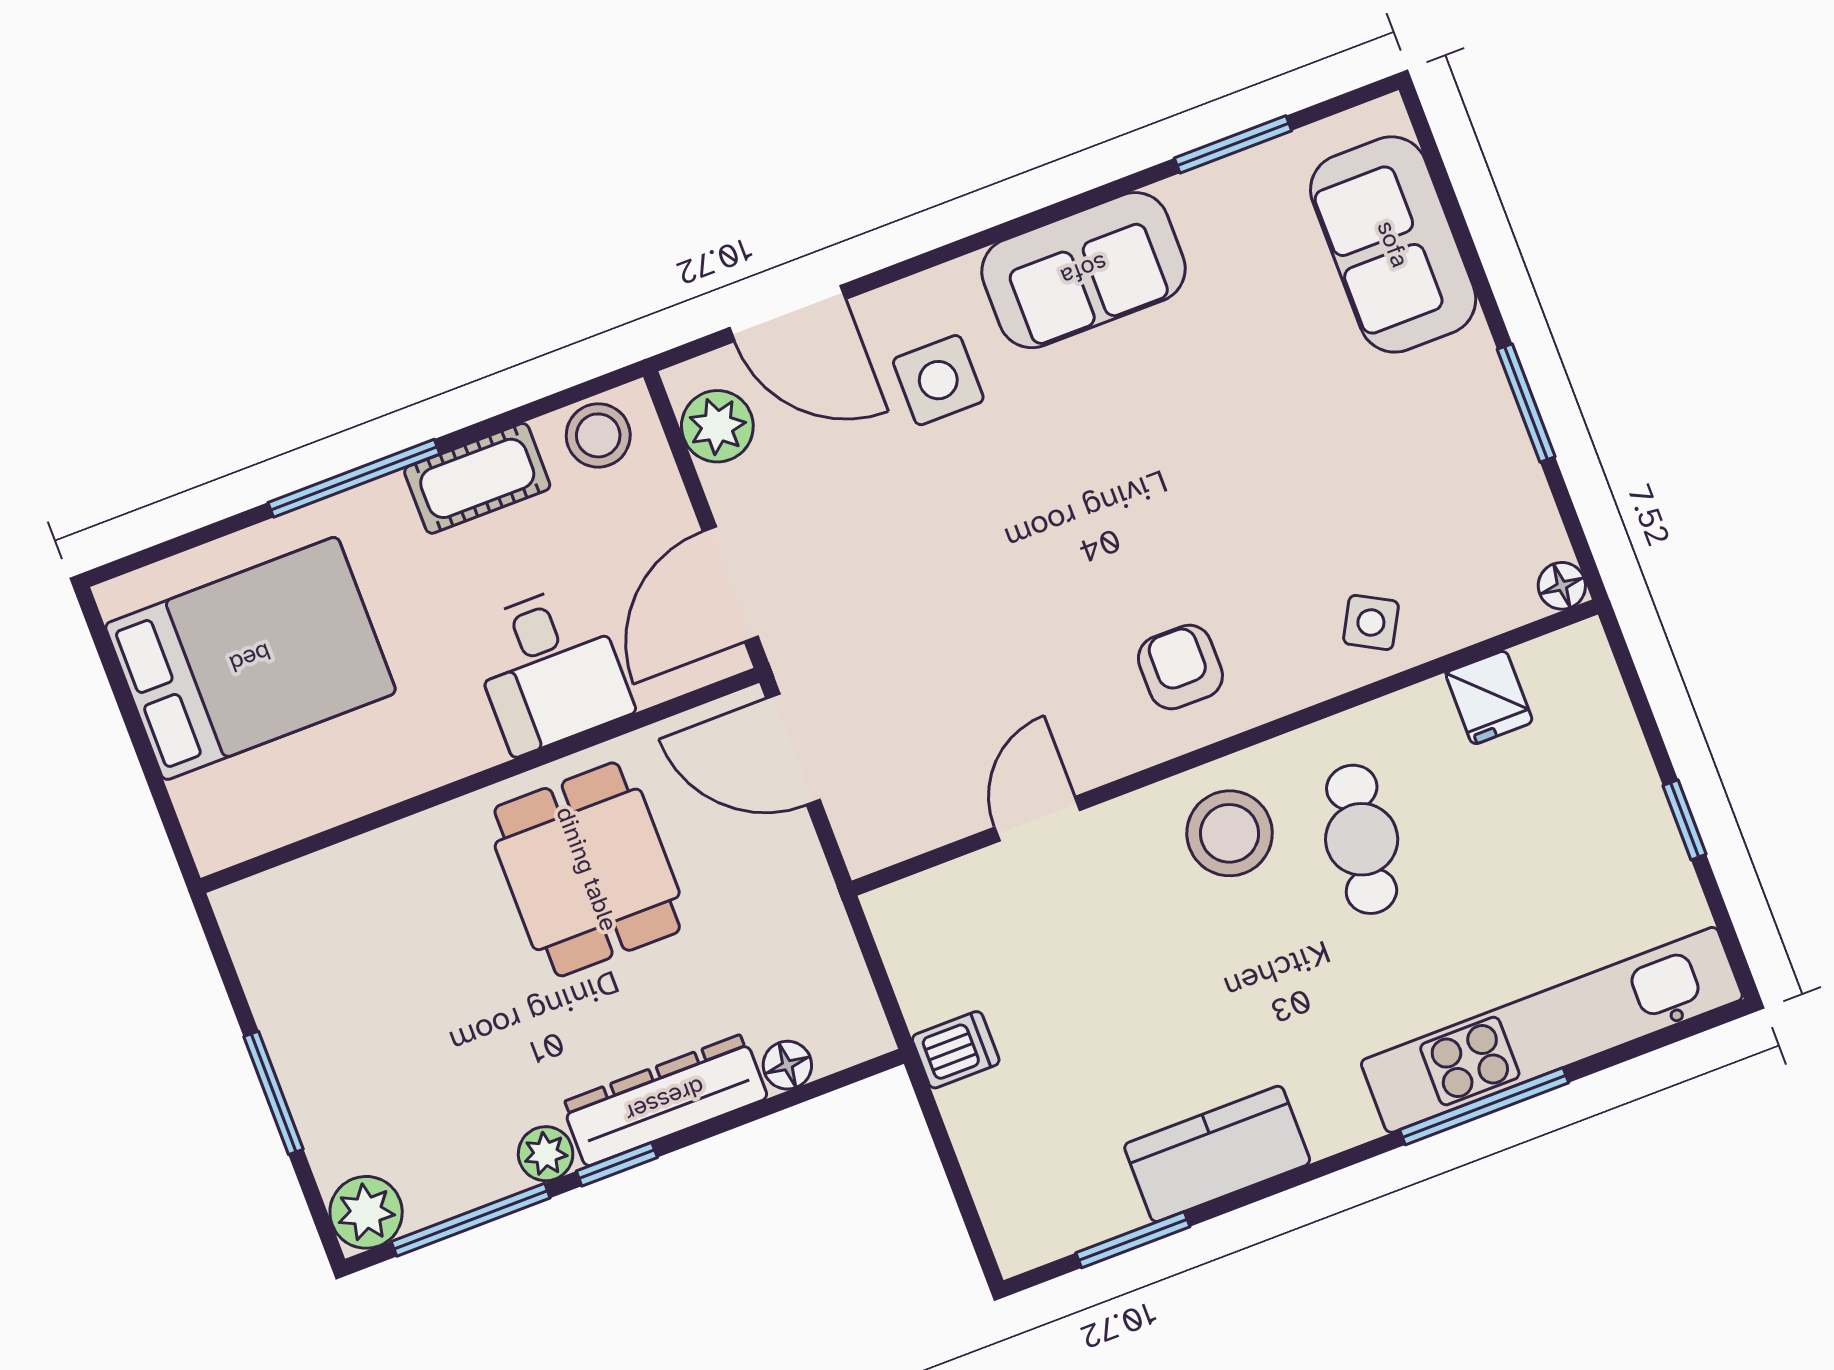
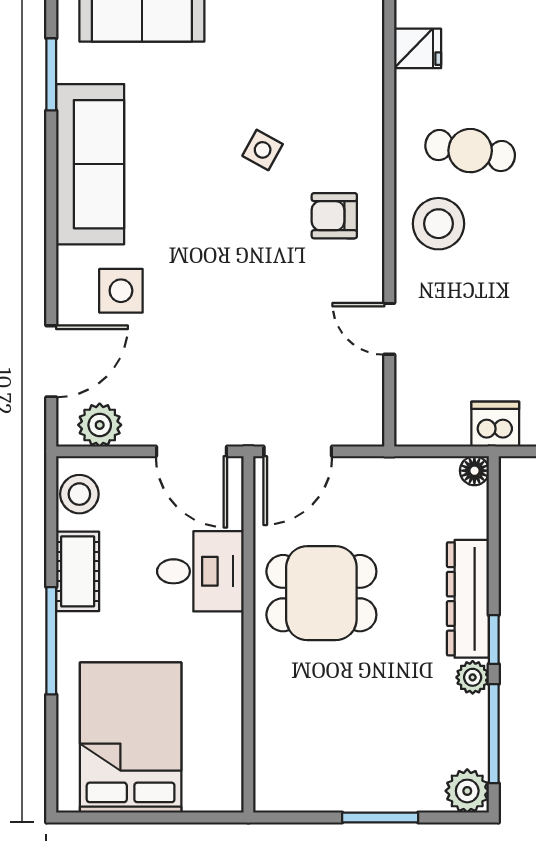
sofa: (1084, 270) -> (90, 164), width x1.36
side table: (1371, 622) -> (263, 150), moved
dishwasher: (956, 1050) -> (495, 424), width x1.38
floor lamp: (787, 1065) -> (474, 471), moved

